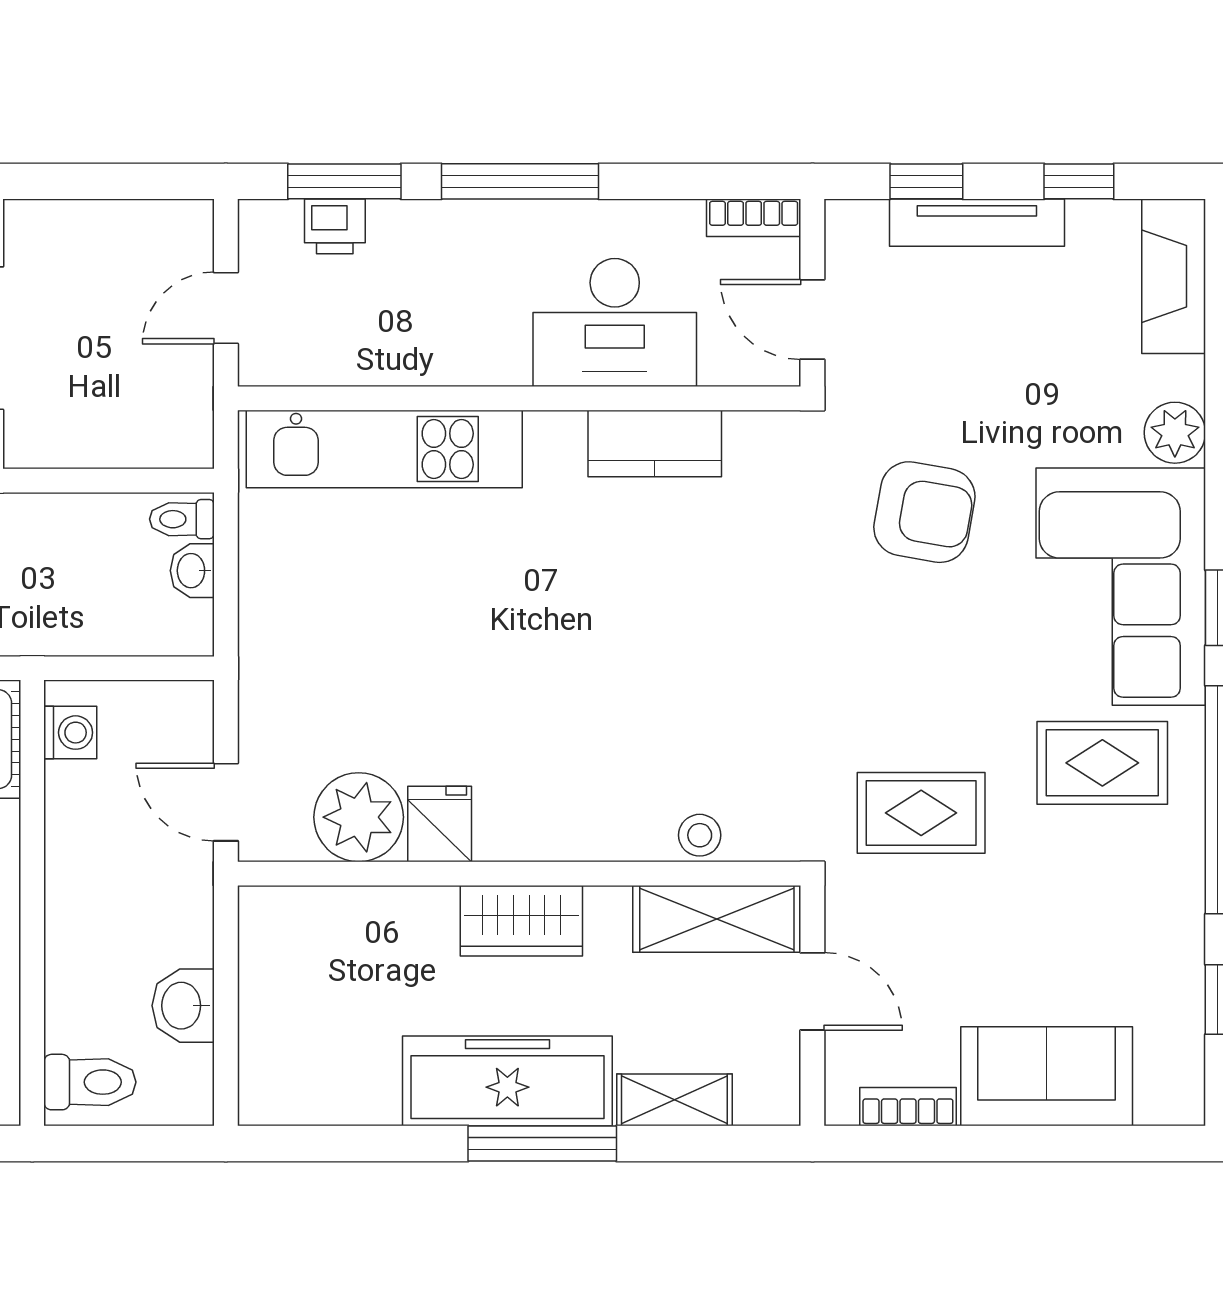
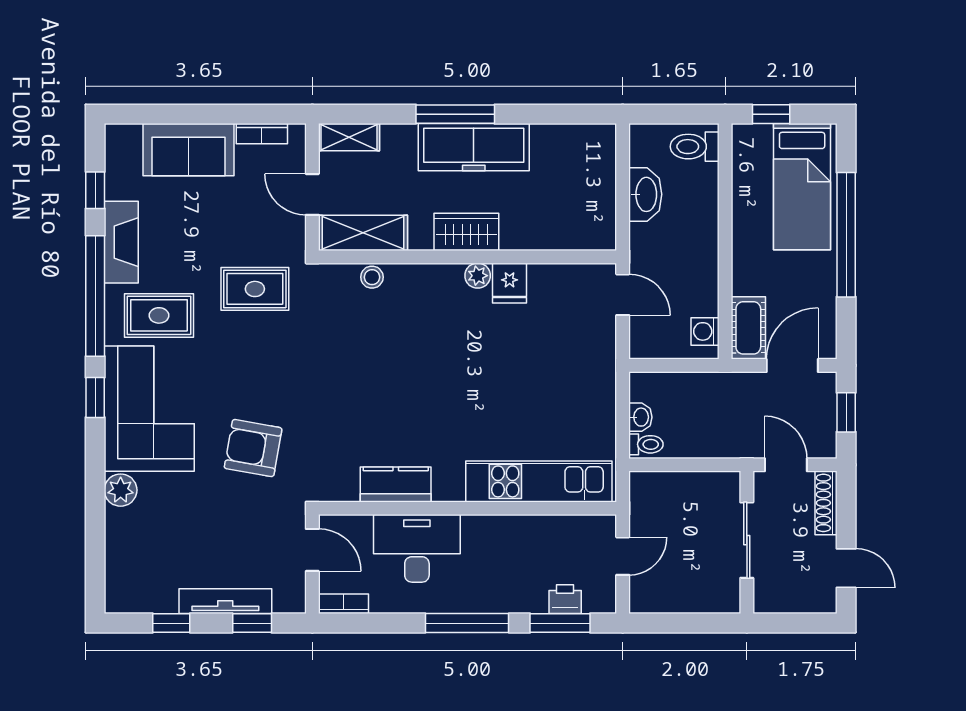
fireplace: (1174, 276) -> (121, 242), moved
plant: (359, 817) -> (478, 276), moved, width x0.53, depth x0.53
washbasin: (183, 1006) -> (645, 194), width x1.38
shelving: (674, 1100) -> (349, 137), moved

